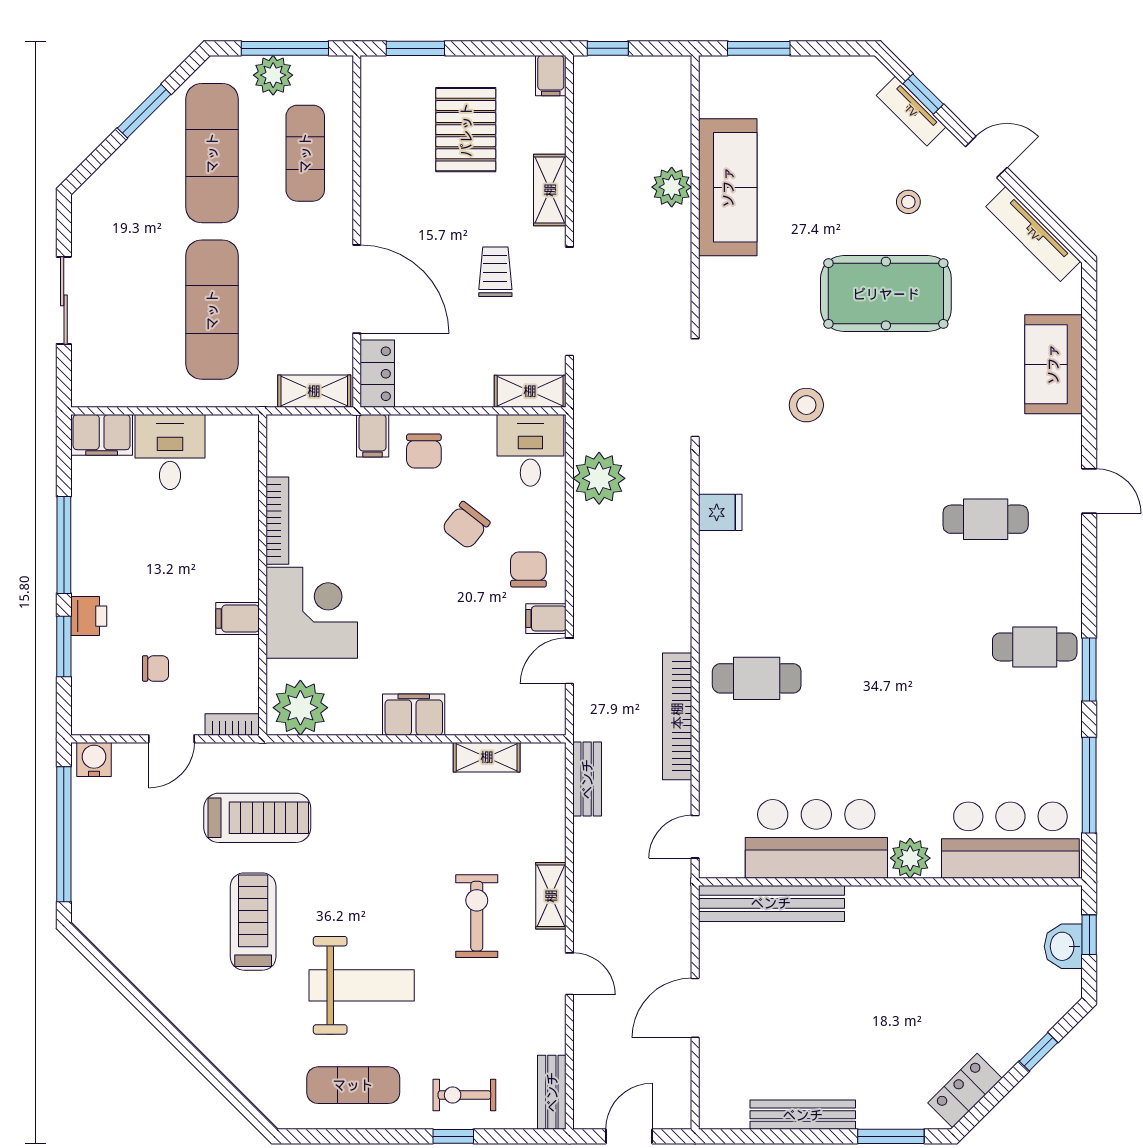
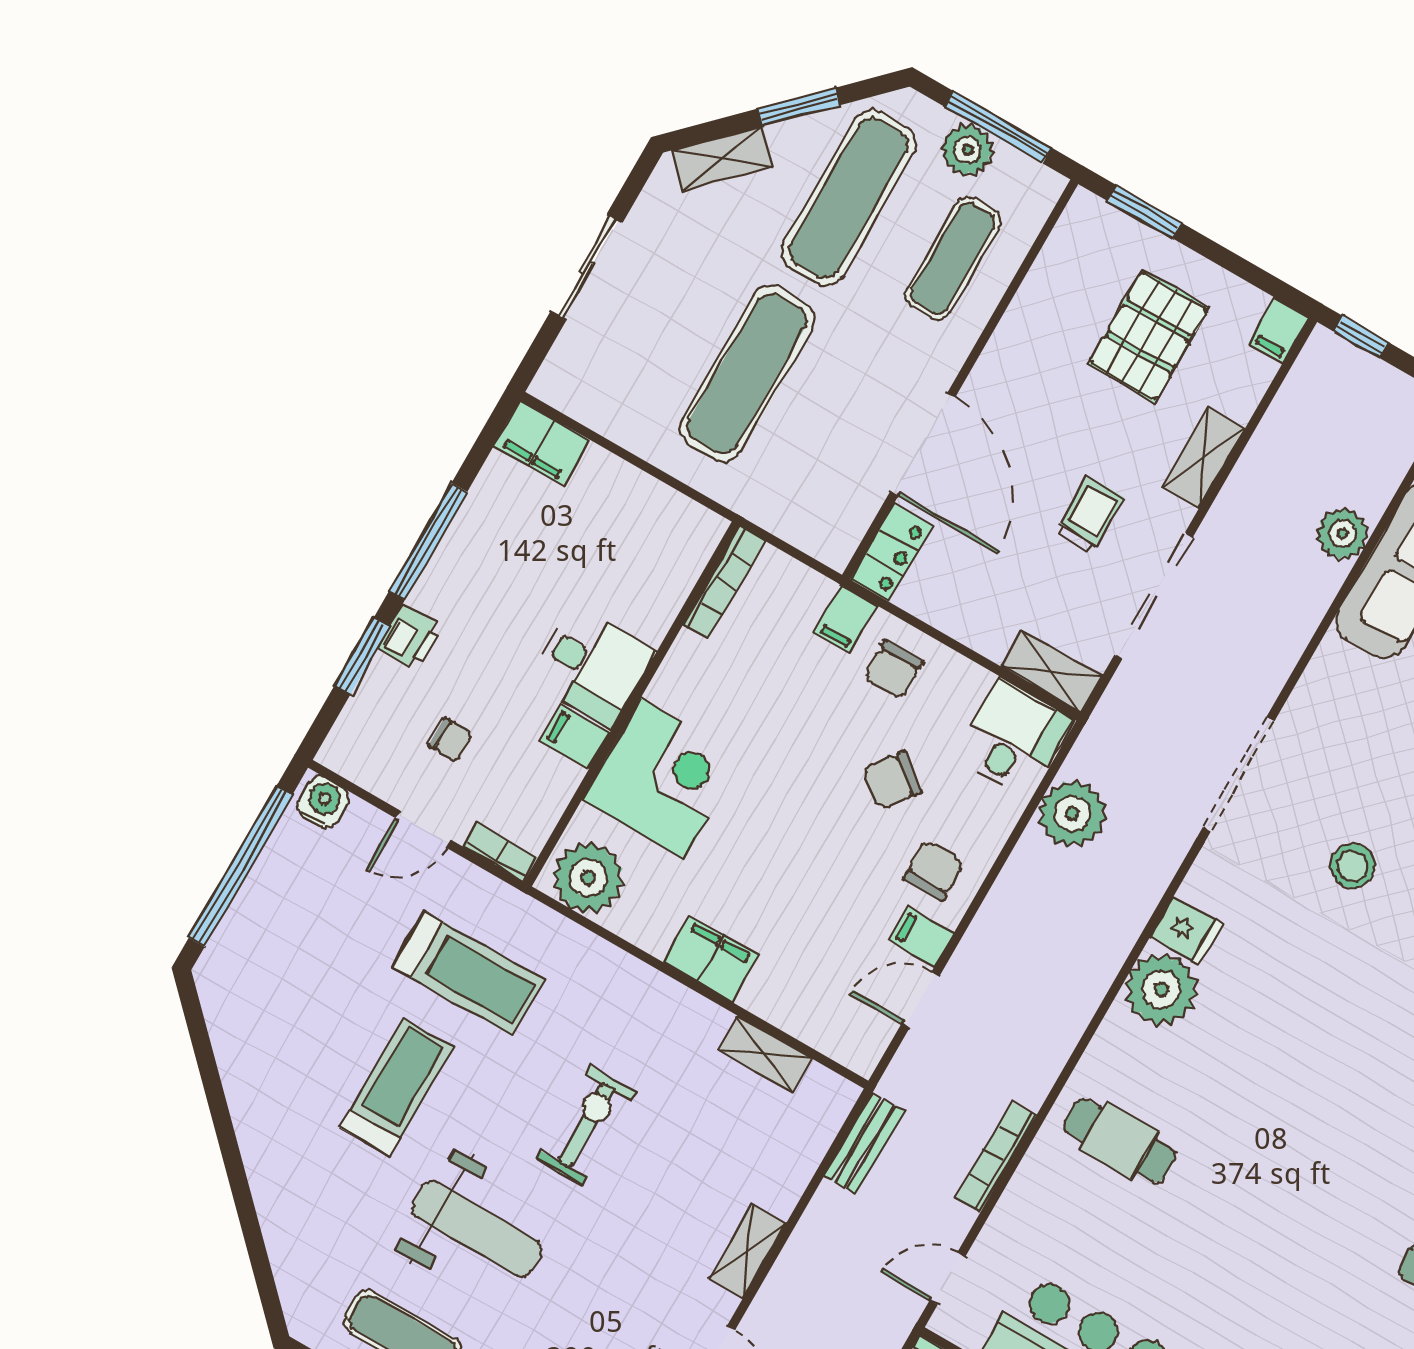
shelving: (314, 391) -> (723, 159), moved, turned -45
desk: (170, 452) -> (592, 666), moved, turned 90
bookcase: (277, 521) -> (724, 583), moved
plant: (726, 561) -> (1161, 990), added
bookcase: (677, 716) -> (996, 1157), width x0.68, depth x0.76
exercise bike: (477, 916) -> (586, 1125), moved

